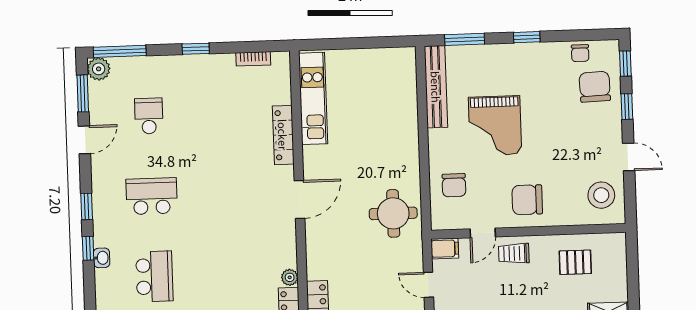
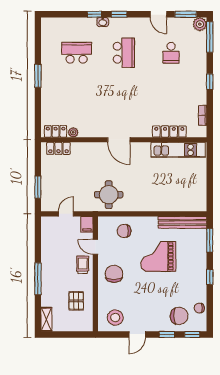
school desk: (149, 116) -> (171, 53), turned 90
locker: (283, 135) -> (169, 132), moved
washbasin: (102, 258) -> (103, 22), moved
school desk: (154, 276) -> (77, 53), turned 180

